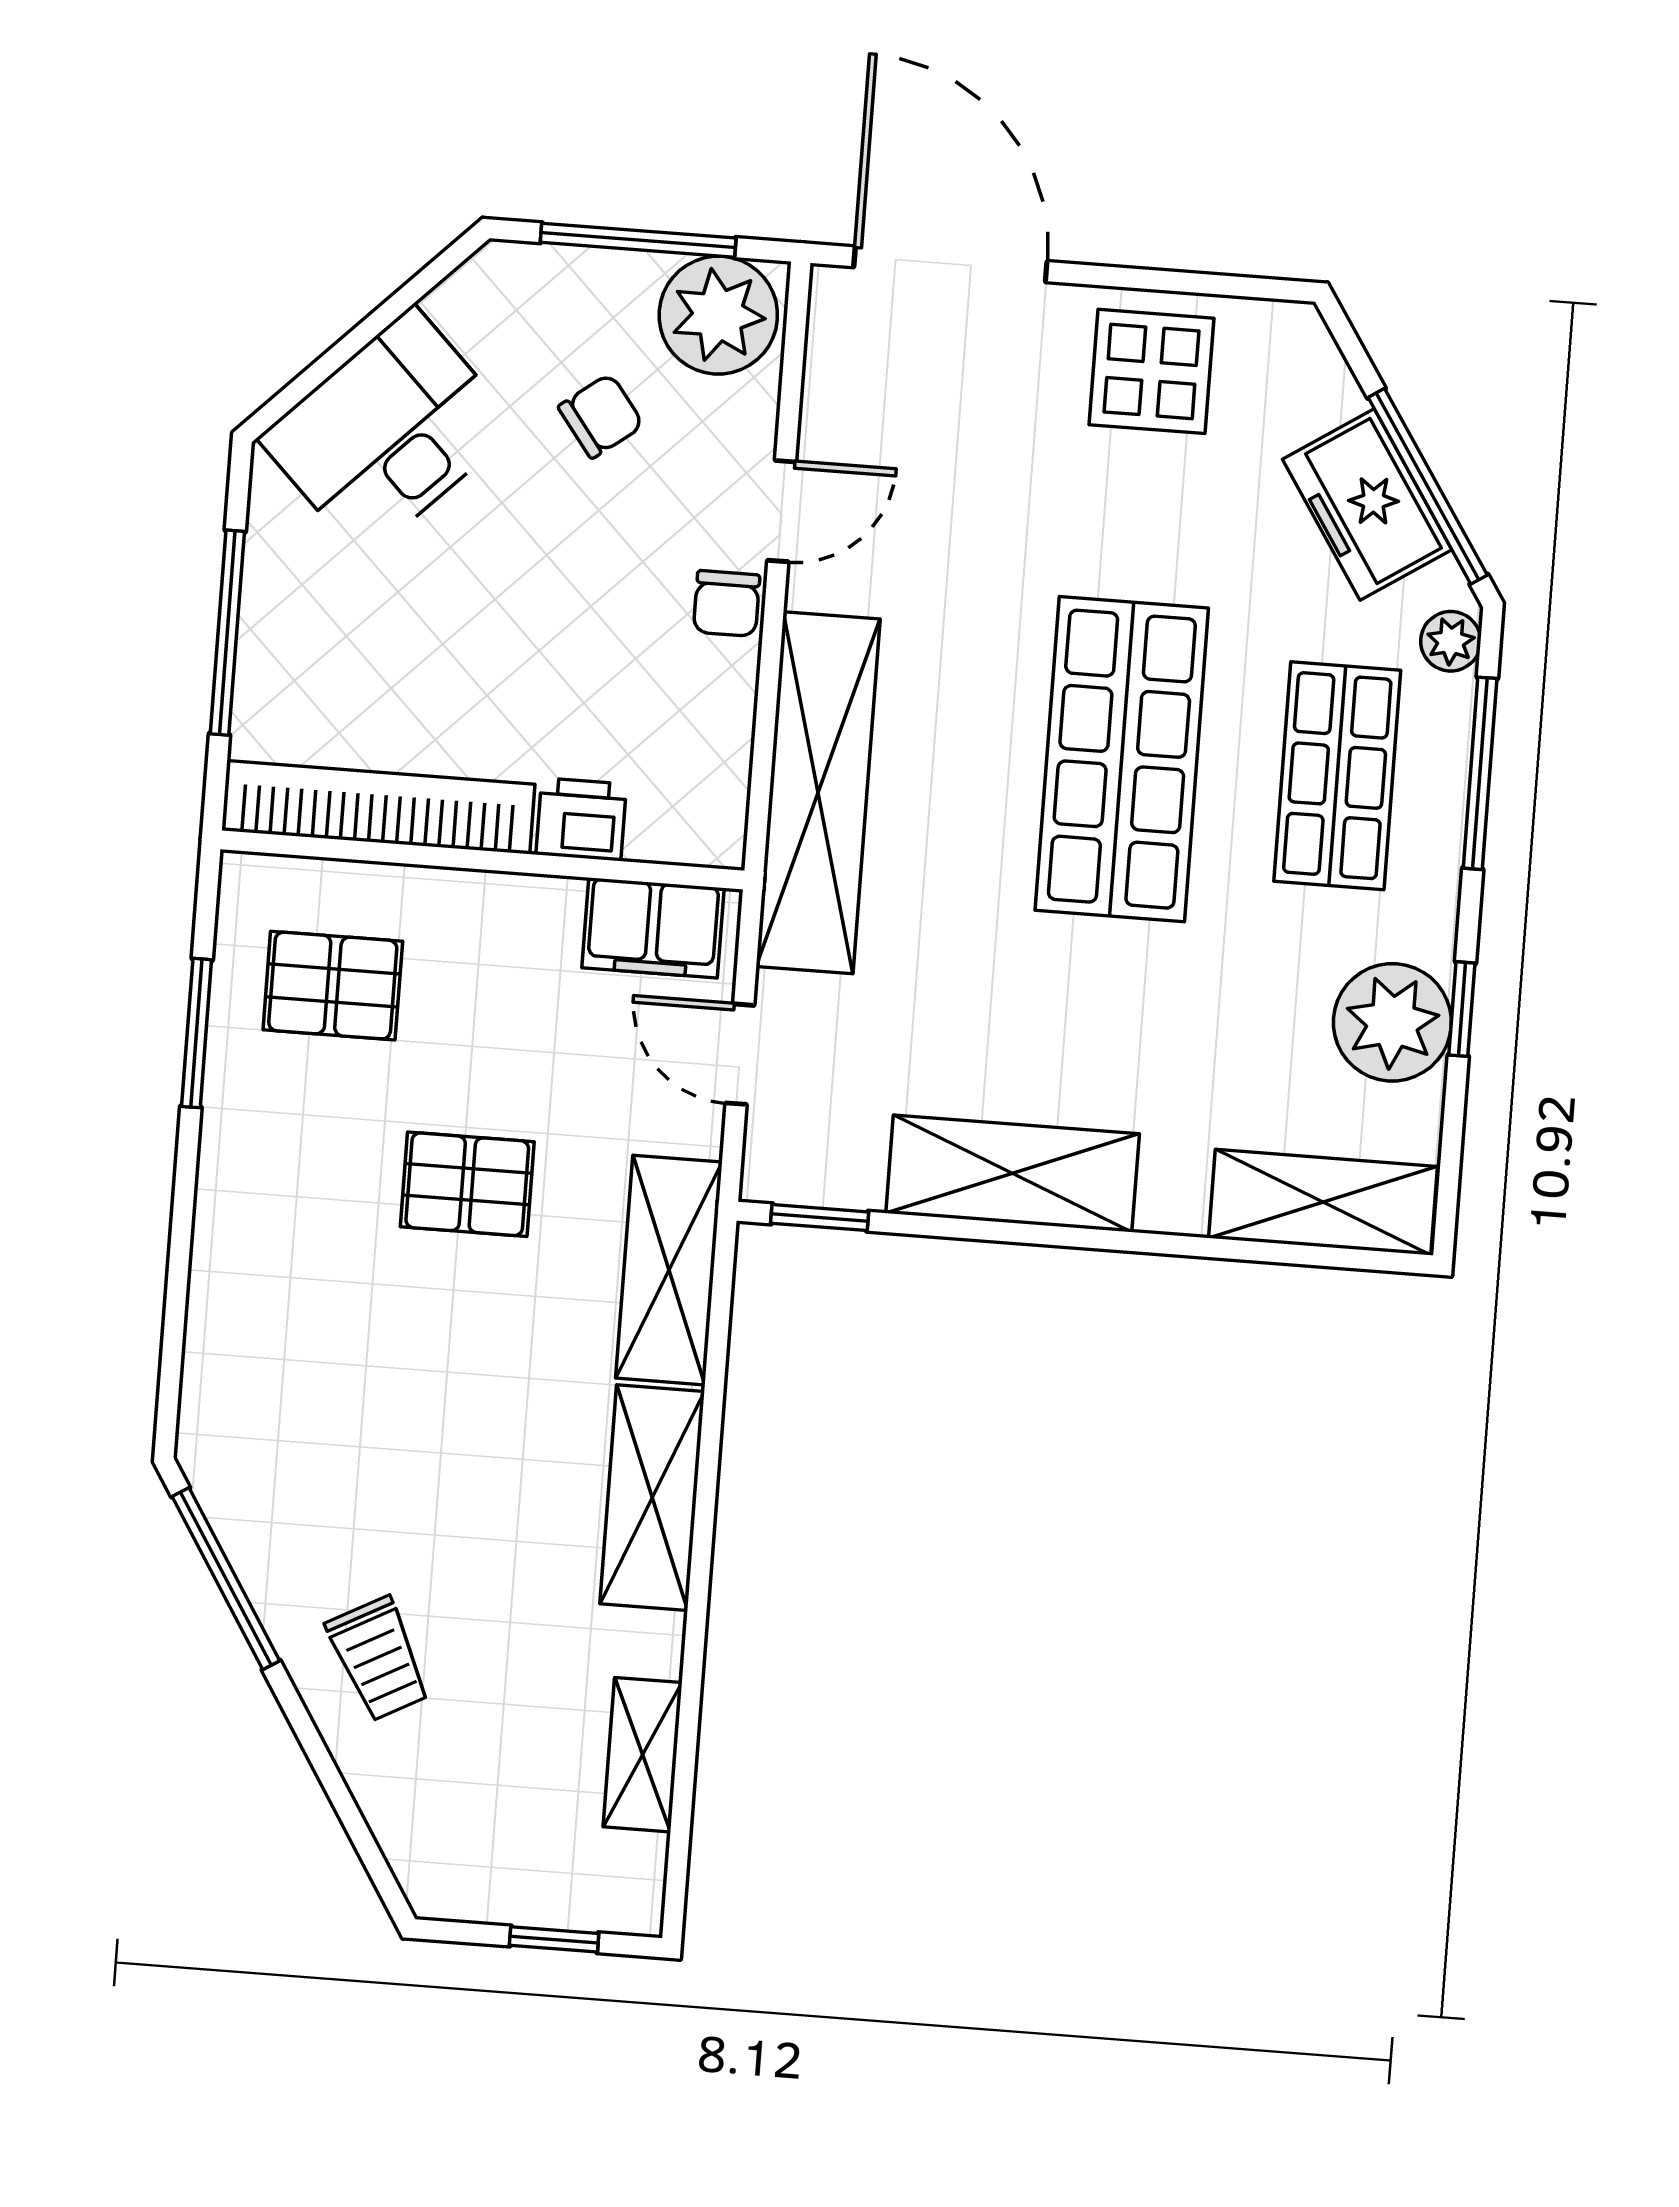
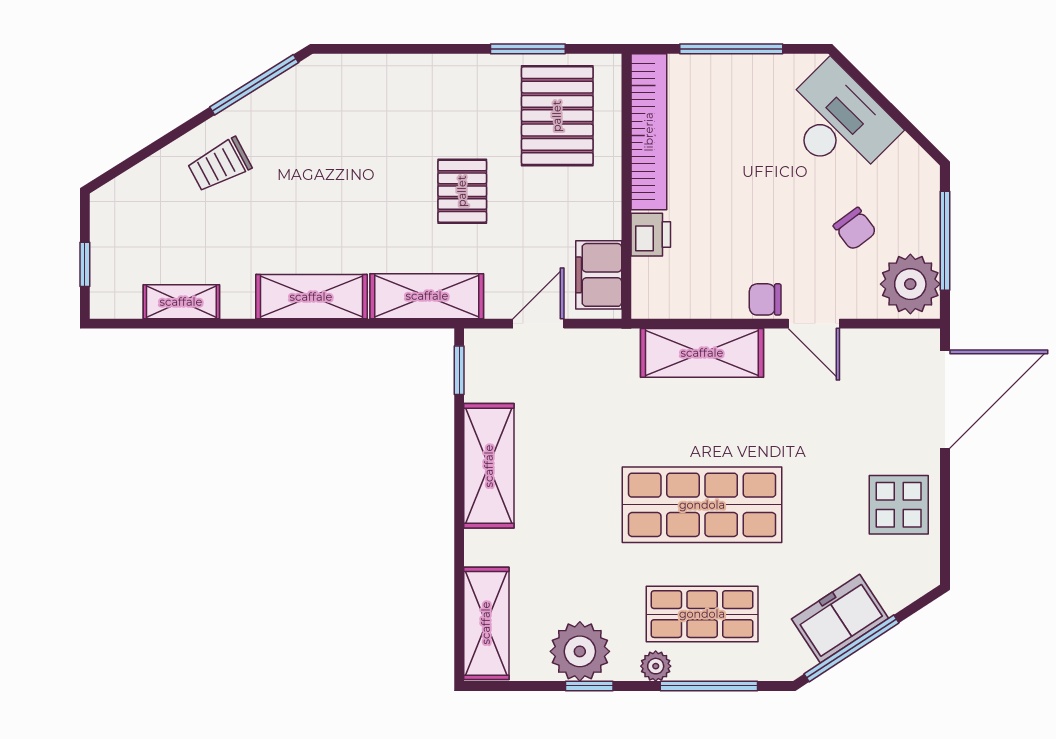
plant: (1451, 641) -> (656, 666), moved
shelving: (818, 793) -> (702, 353), width x0.68
pallet: (333, 986) -> (557, 116), width x1.50, depth x1.42

